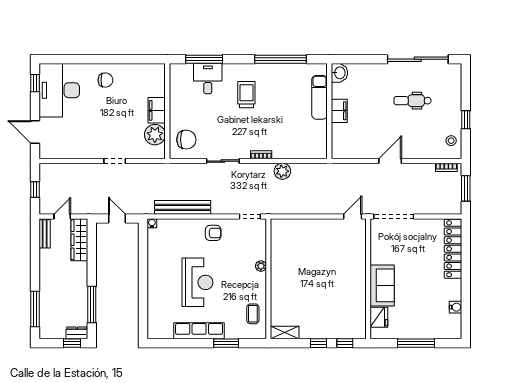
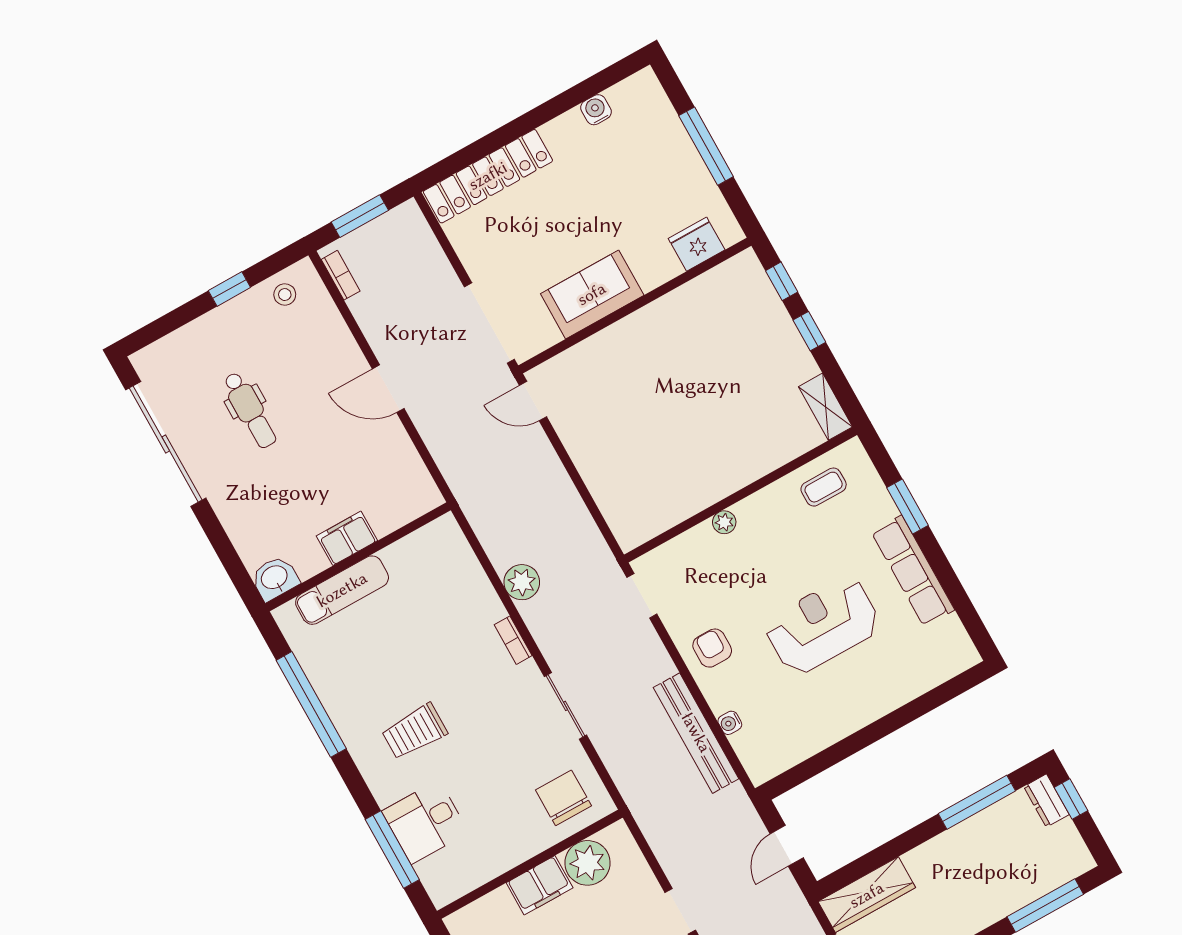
water cooler: (152, 223) -> (730, 723), moved
sofa: (382, 285) -> (592, 294), moved

